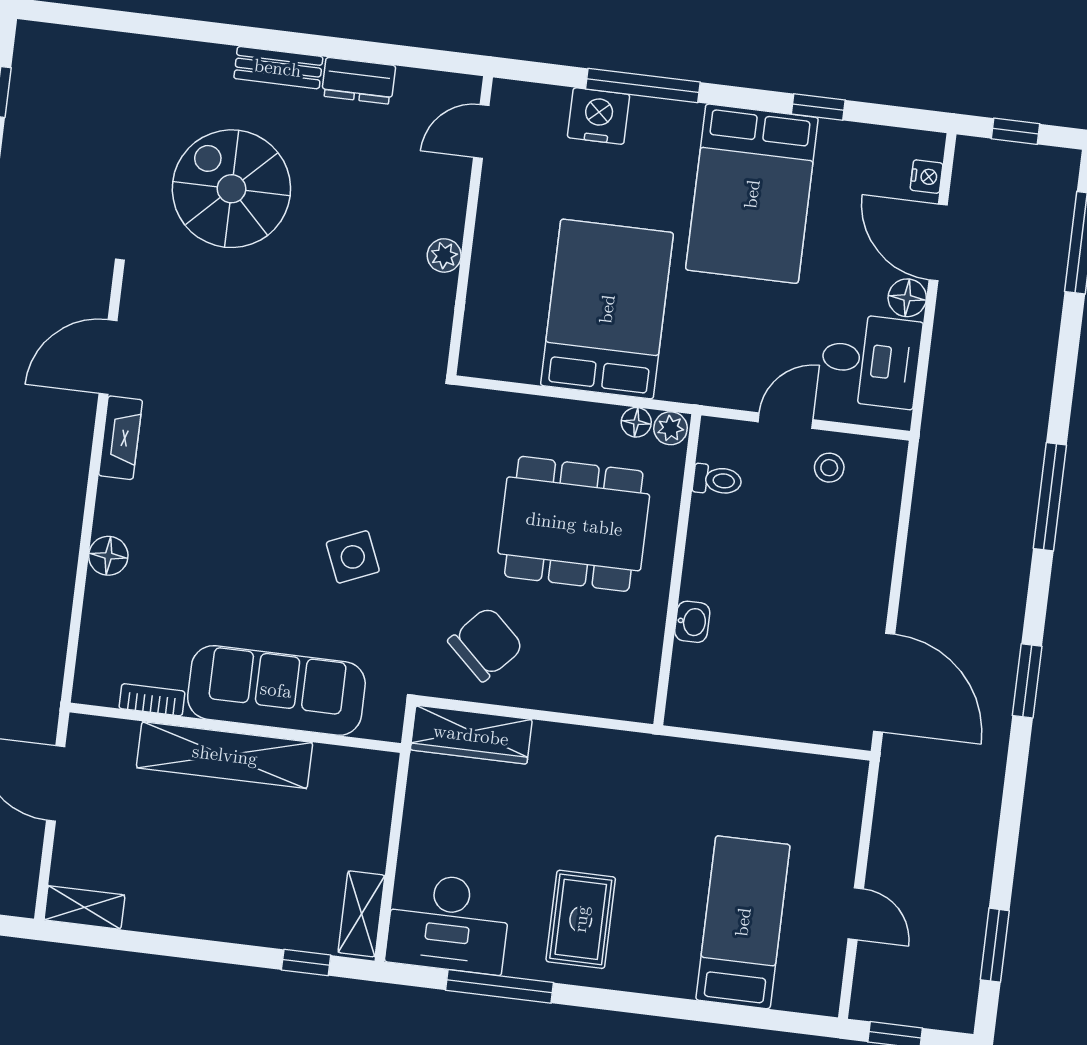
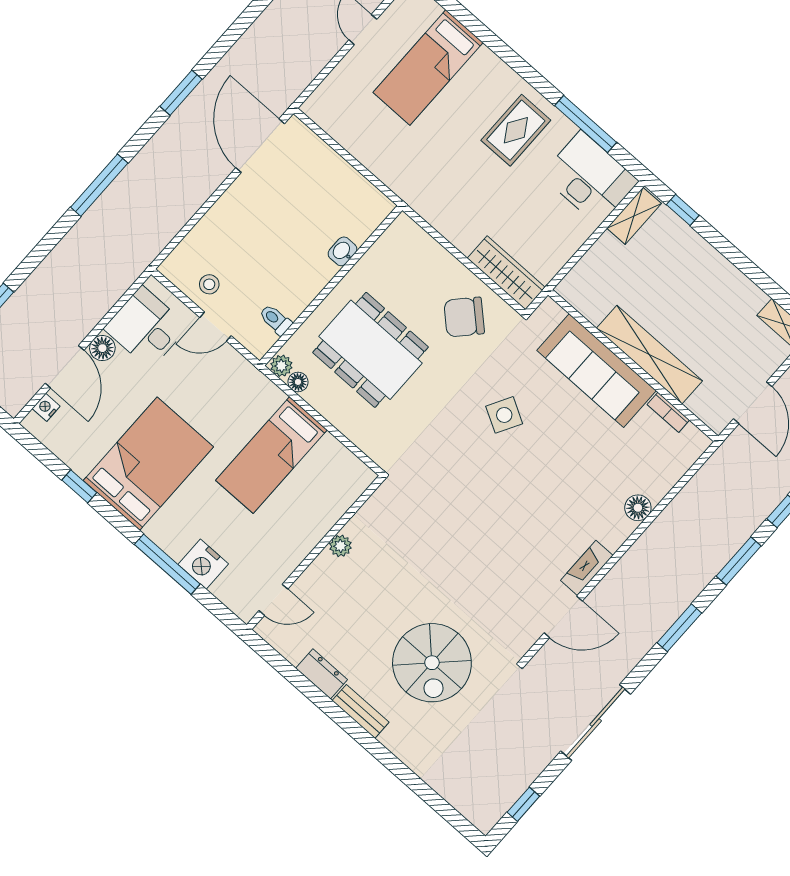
bed: (607, 309) -> (271, 455), width x0.67
side table: (353, 557) -> (504, 415), turned -38

